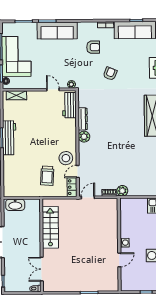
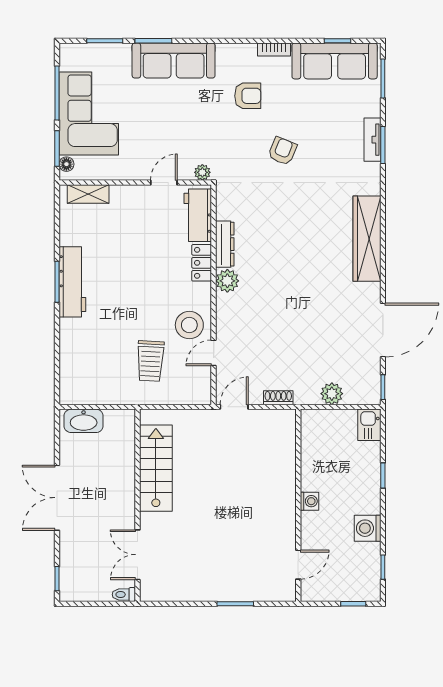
door: (53, 89) -> (164, 183), hinge flipped
locker: (72, 187) -> (202, 263), moved
plant: (122, 191) -> (332, 394), moved
door: (119, 260) -> (298, 565), moved

